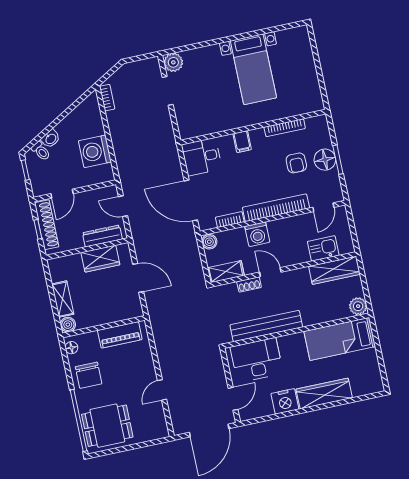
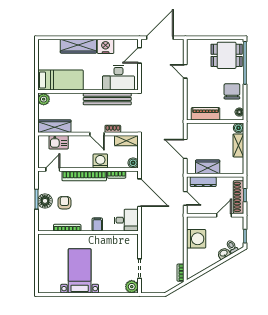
door: (162, 390) -> (185, 71), swing flipped

